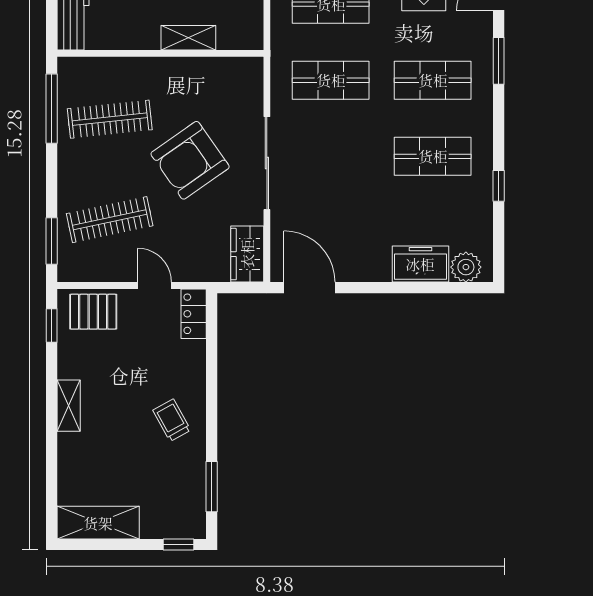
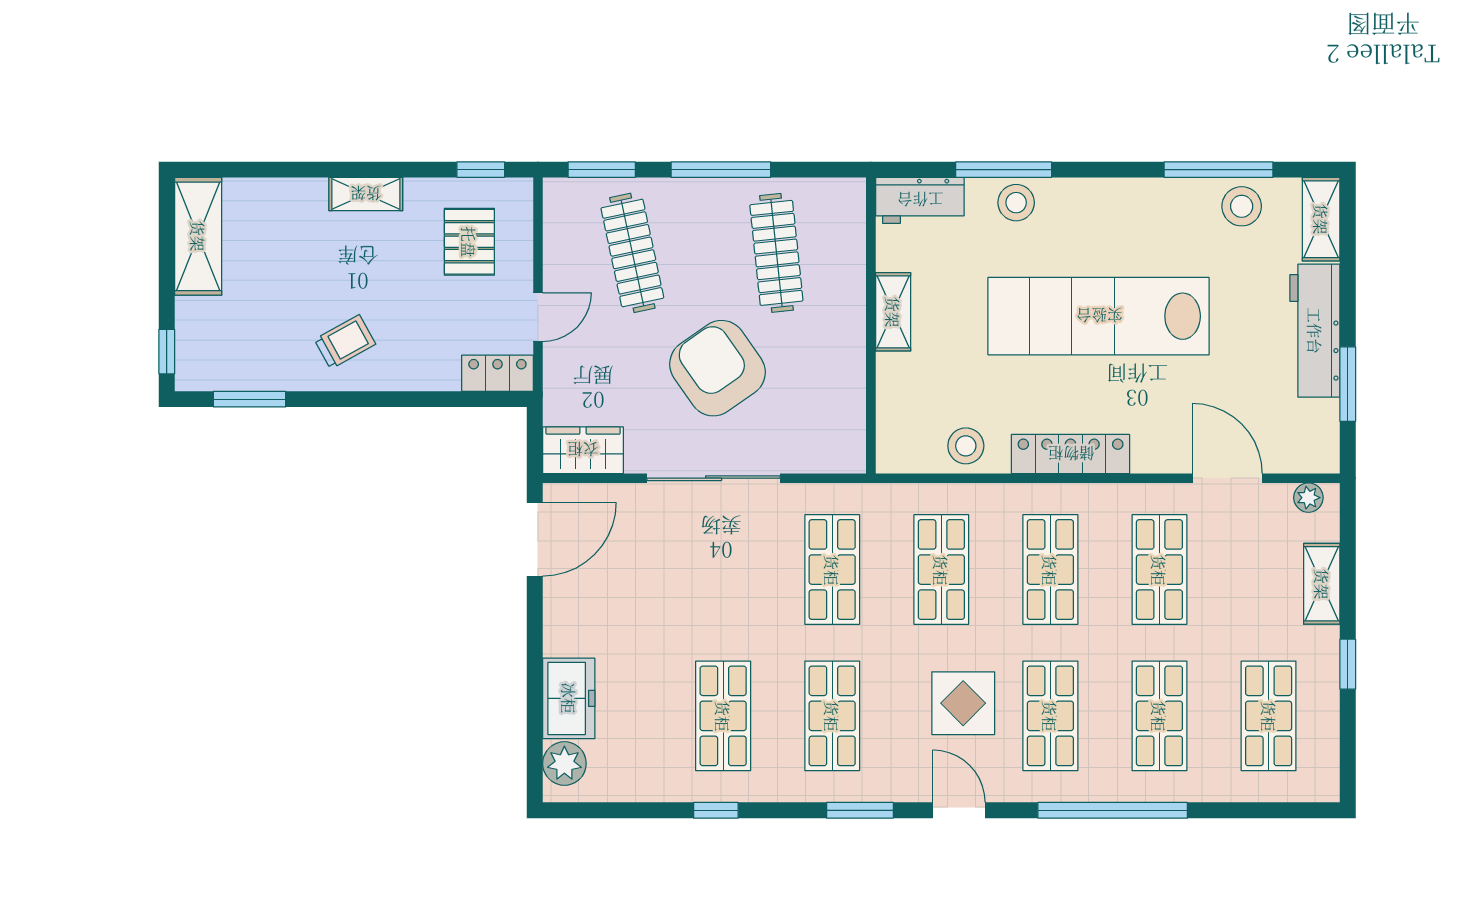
shelving: (188, 38) -> (893, 312), moved
window: (52, 109) -> (721, 170), moved
window: (499, 186) -> (716, 810), moved
pallet: (93, 312) -> (469, 242), moved

